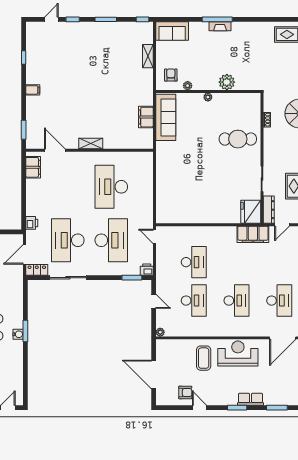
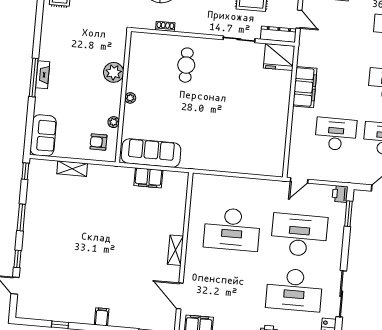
cafe table: (238, 139) -> (186, 65), width x0.73, depth x0.74
door: (55, 150) -> (180, 296), hinge flipped
filing cabinet: (253, 234) -> (305, 87), moved

